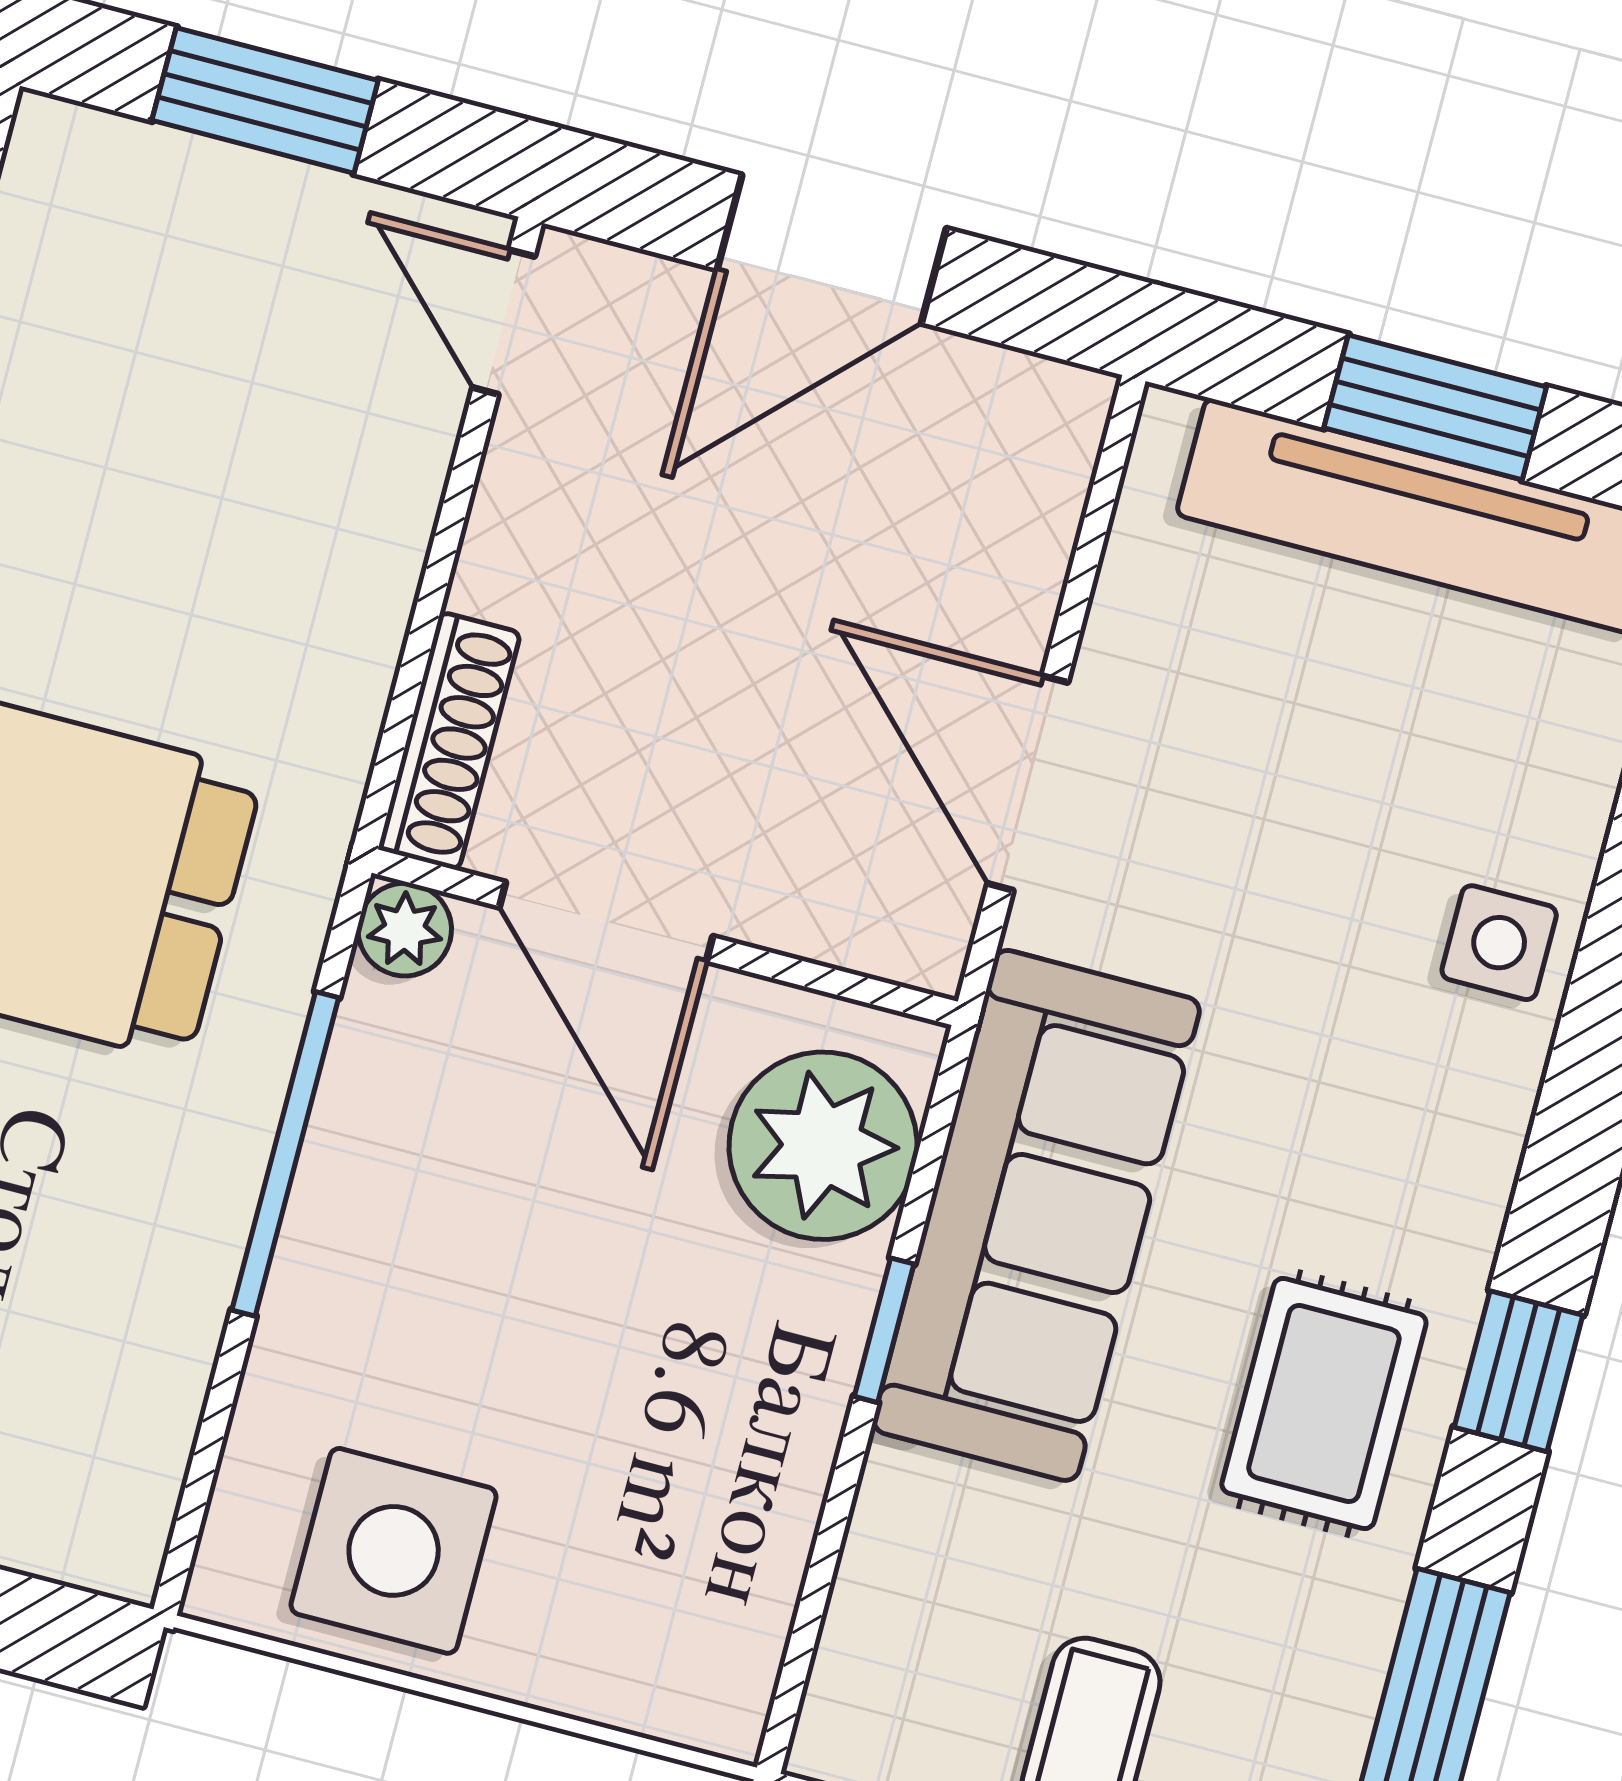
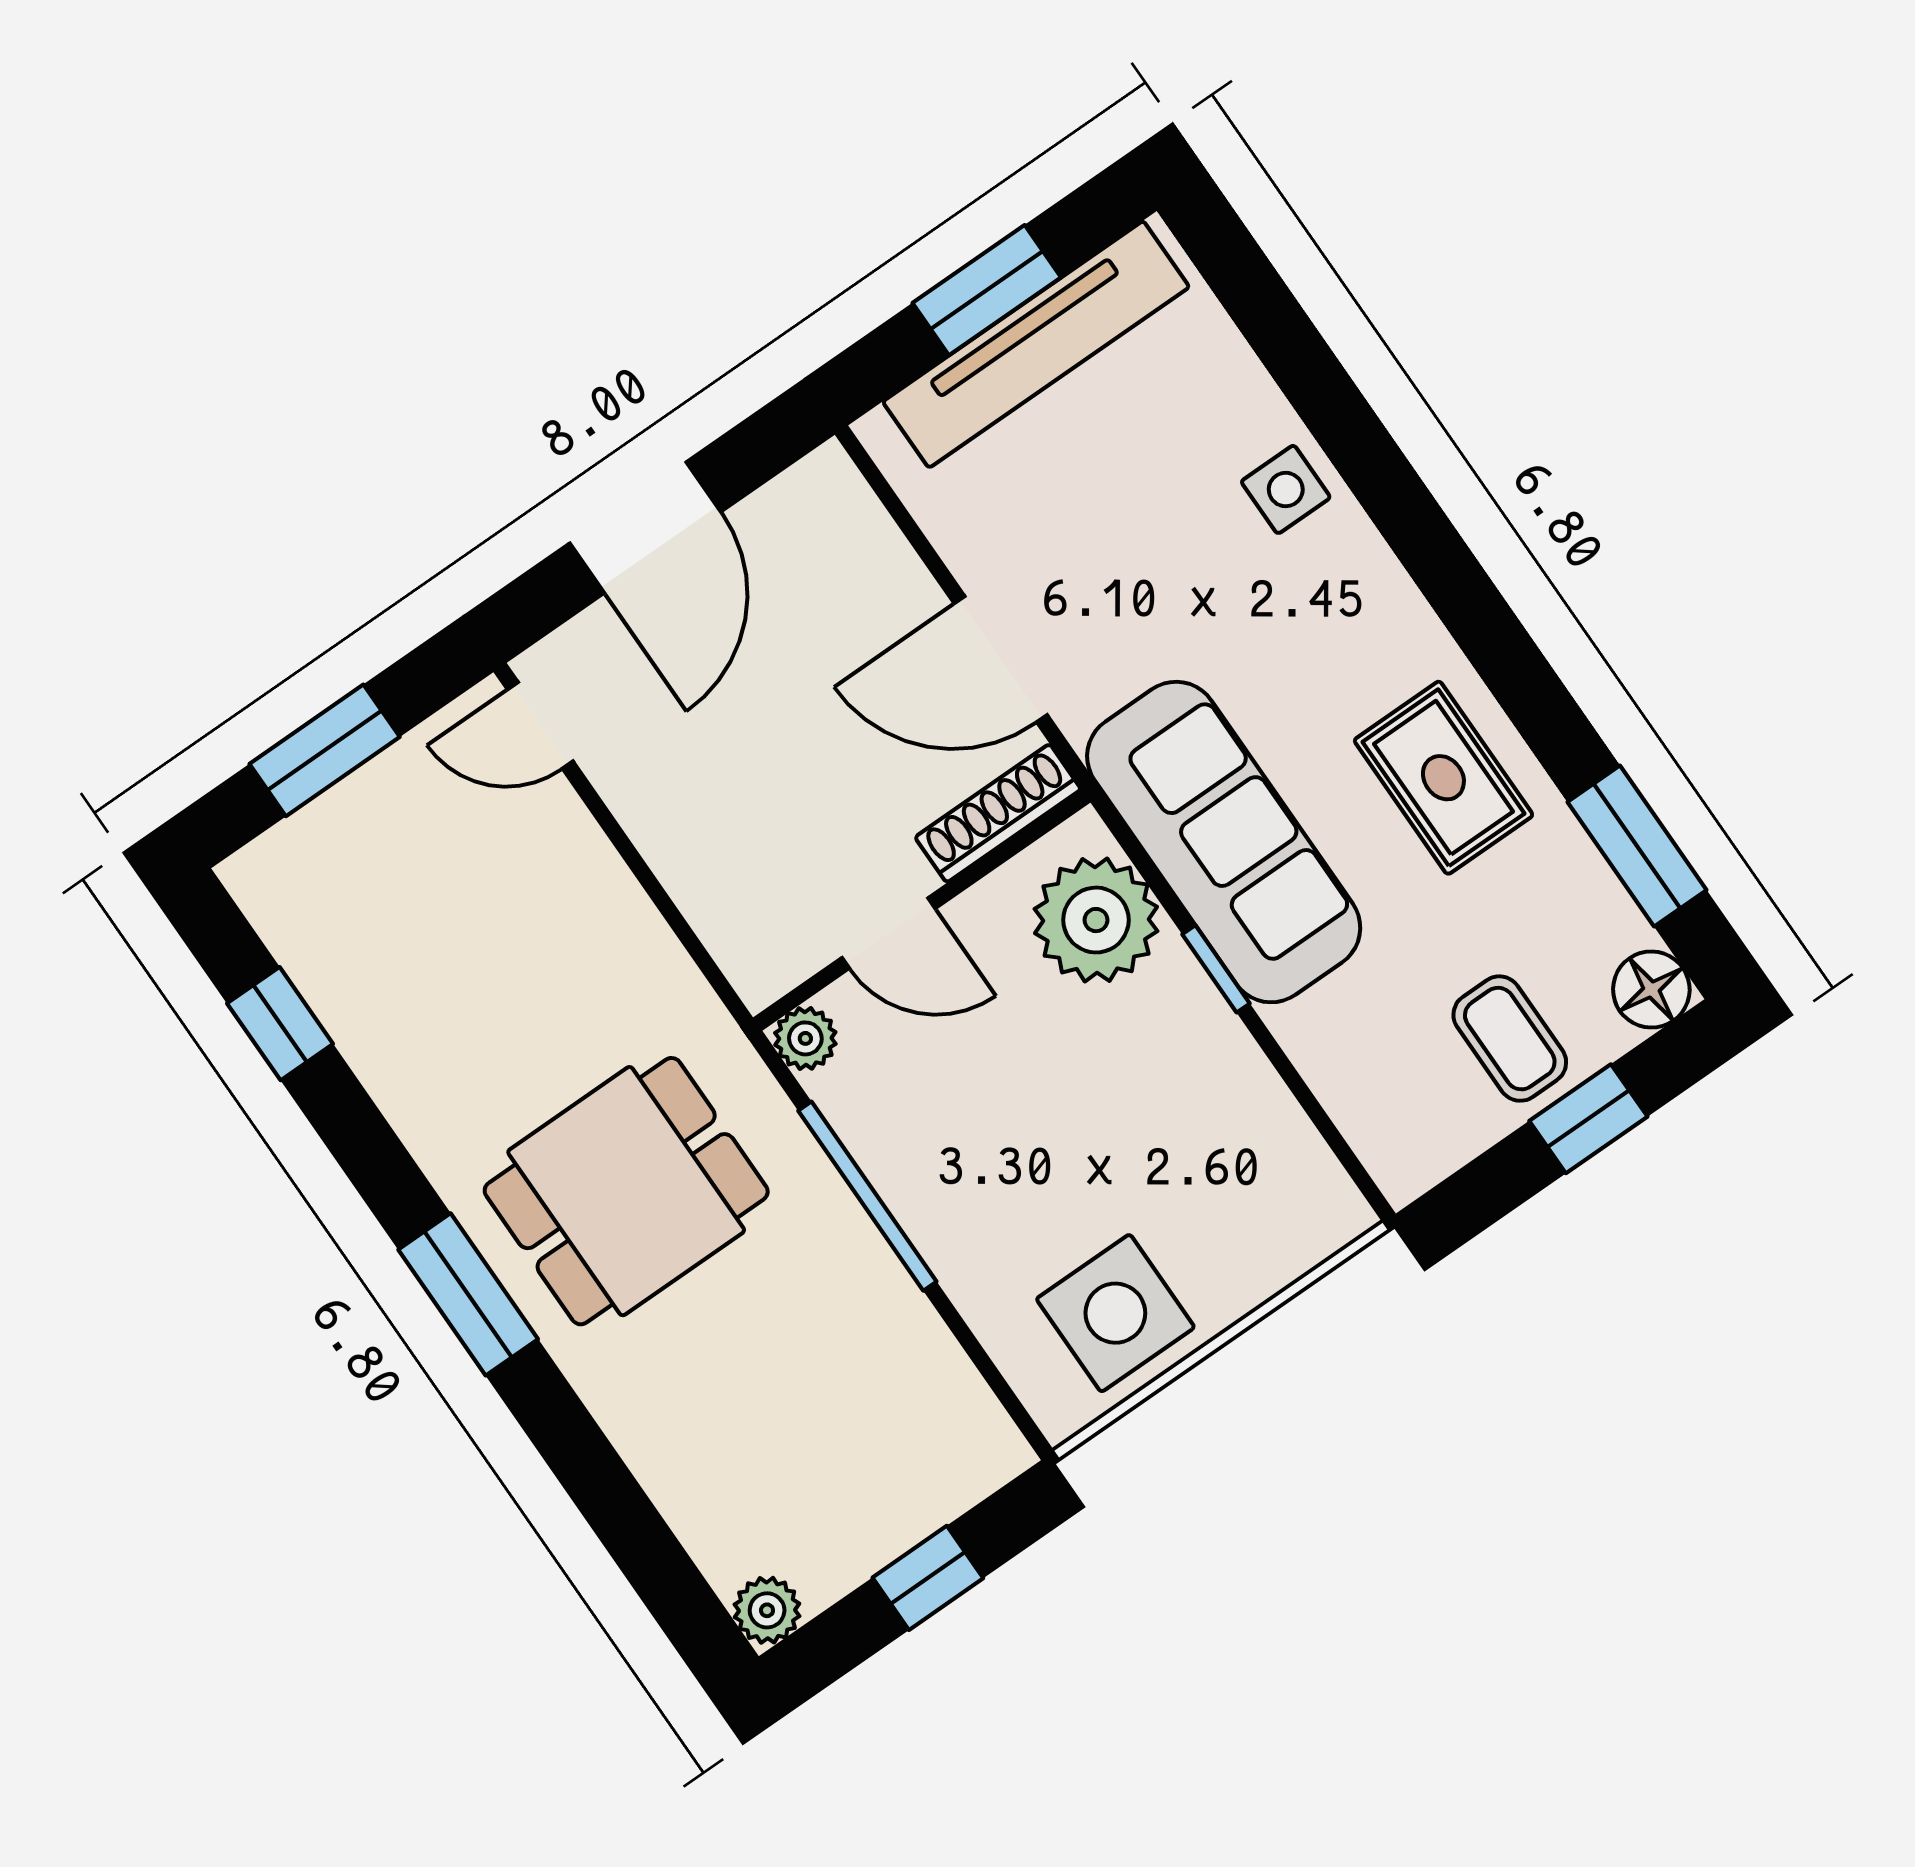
shoe rack: (449, 741) -> (998, 813), moved, turned -90
door: (606, 922) -> (889, 933), width x0.73
window: (1519, 1371) -> (1511, 665), removed

